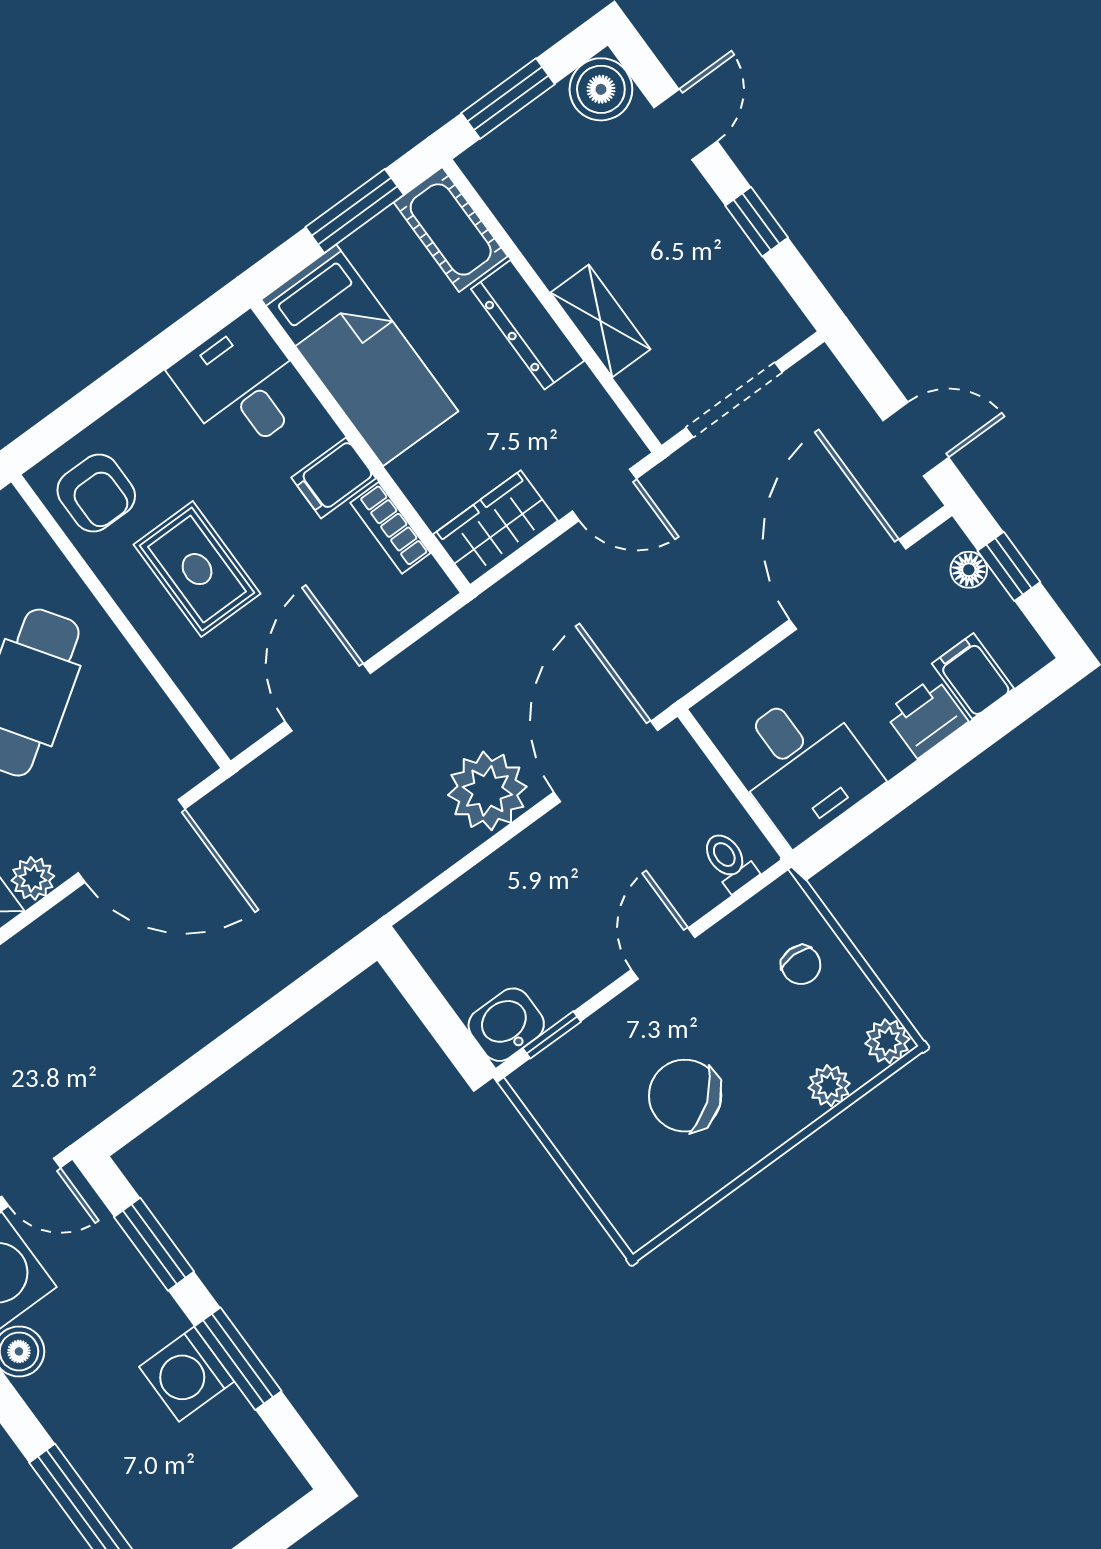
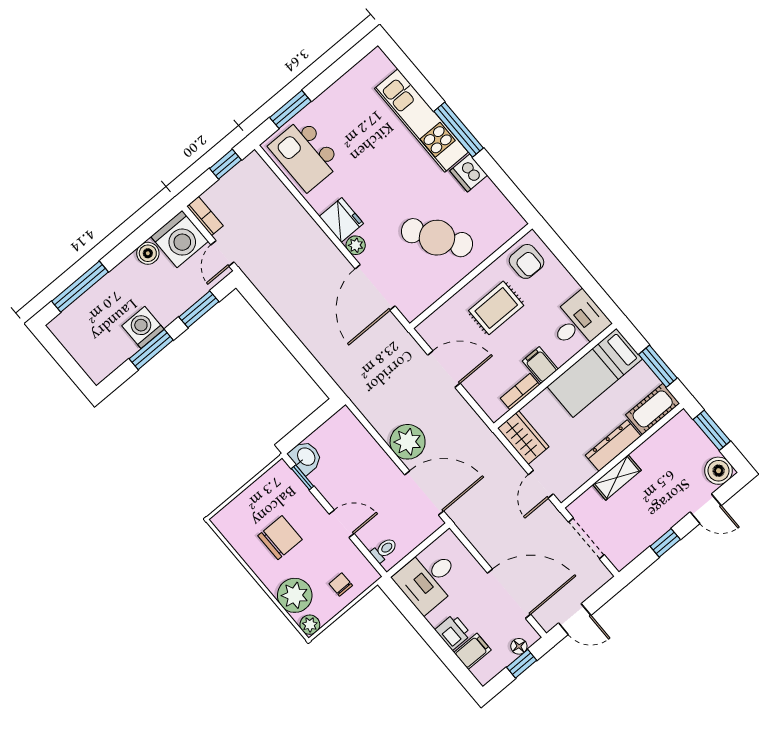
door: (916, 439) -> (575, 619), hinge flipped
armchair: (96, 493) -> (526, 261), turned -90
chair: (801, 965) -> (341, 585), turned 90
plant: (829, 1086) -> (295, 595), width x1.88, depth x1.88
chair: (685, 1096) -> (280, 538), turned 38

